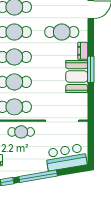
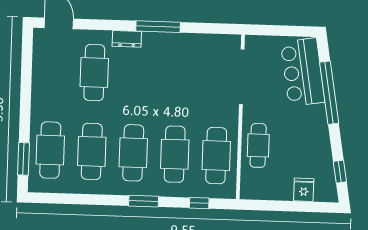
booth: (77, 77) -> (169, 50), removed
window: (38, 176) -> (329, 93), moved

